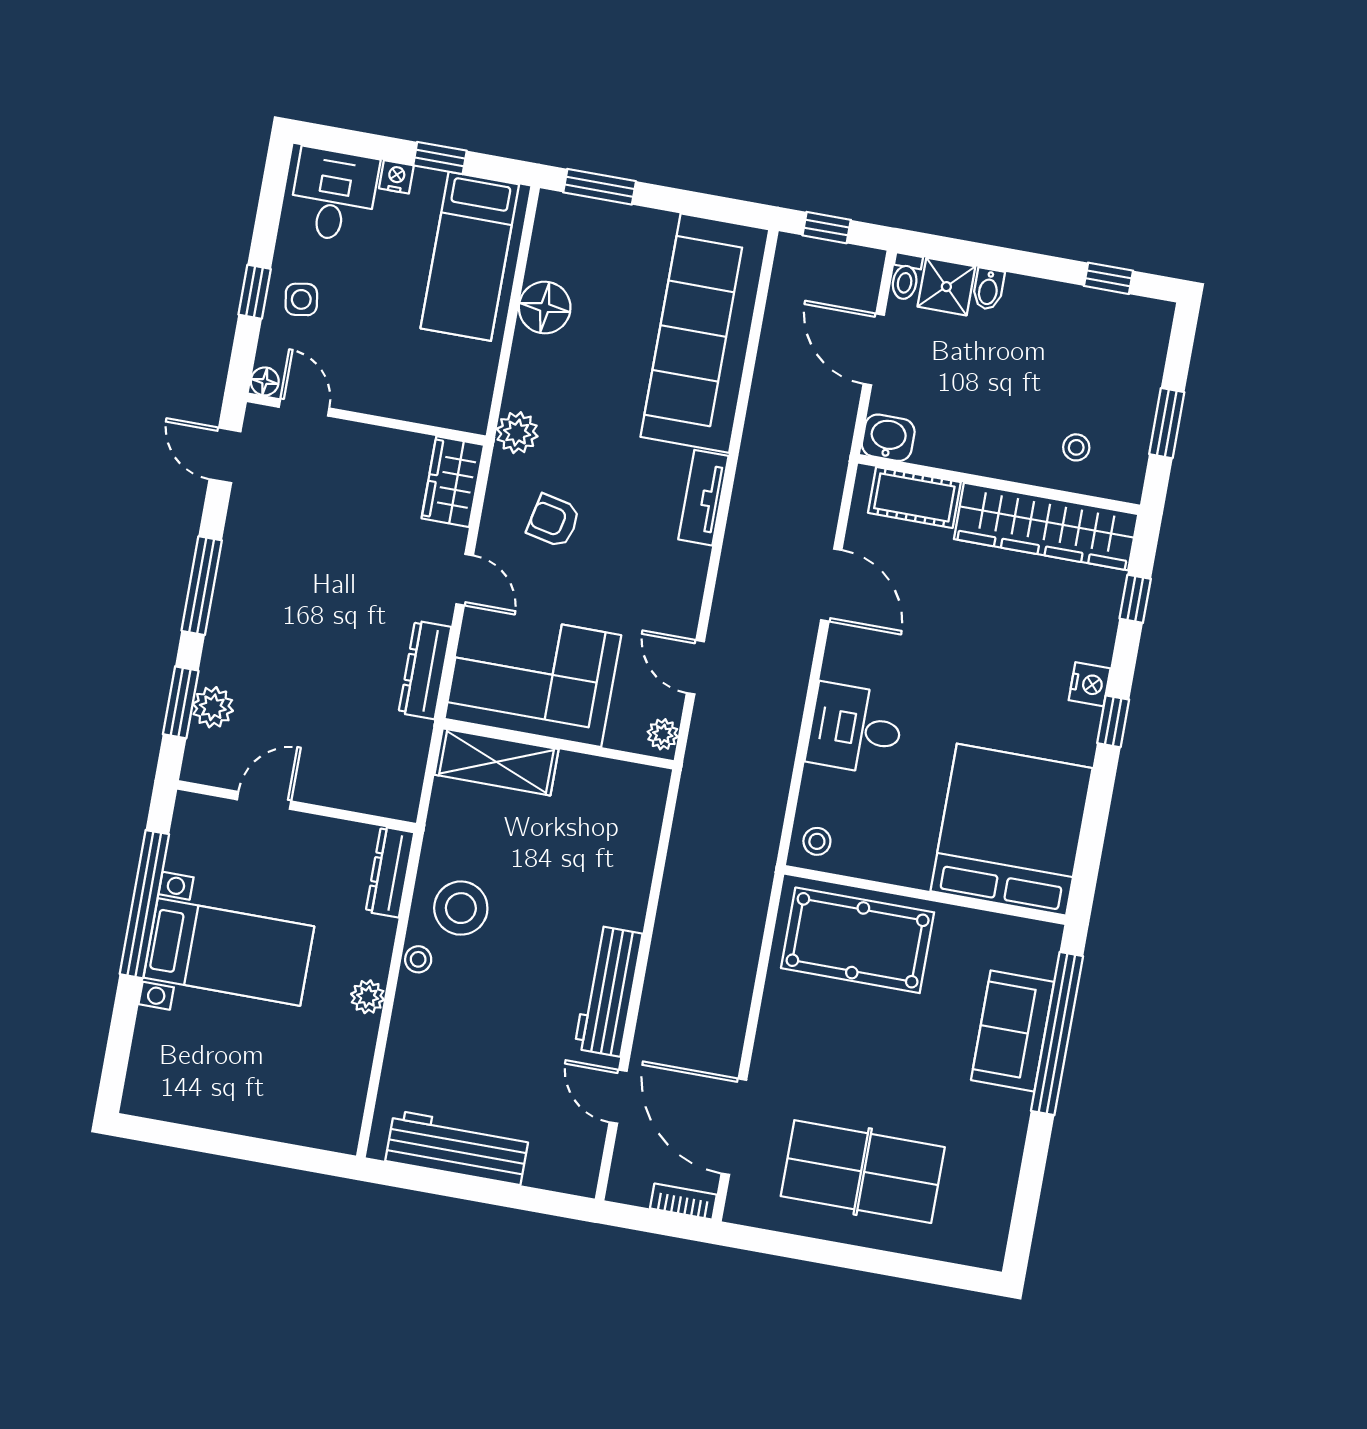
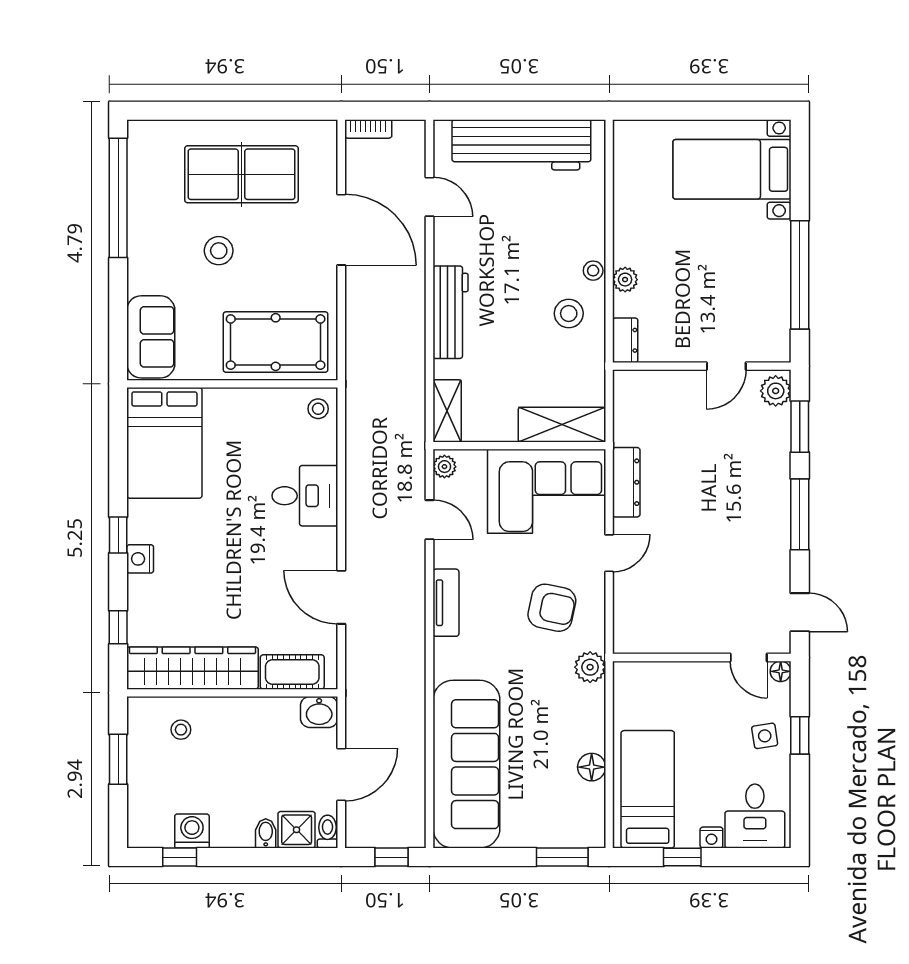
floor lamp: (545, 308) -> (592, 767), width x0.73, depth x0.73
washing machine: (1086, 310) -> (192, 831), added
door: (874, 349) -> (341, 775), hinge flipped
wardrobe: (453, 482) -> (631, 623), removed
tv unit: (703, 498) -> (446, 603), moved
armchair: (554, 521) -> (552, 608), width x1.38, depth x1.38
door: (465, 580) -> (609, 553), swing flipped
plant: (213, 707) -> (776, 391), moved
shelving: (646, 808) -> (447, 411), added
bed: (1011, 830) -> (164, 443), width x0.73
dresser: (390, 872) -> (625, 340), width x0.70
stool: (461, 908) -> (569, 313), width x0.73, depth x0.73
bed with nightstands: (229, 952) -> (732, 169), moved
workbench: (608, 991) -> (450, 312), moved
plant: (368, 997) -> (625, 280), moved
sofa: (1013, 1031) -> (151, 337), moved
window: (1057, 1034) -> (118, 198), moved
stool: (911, 1075) -> (219, 251), added
door: (734, 1127) -> (341, 230), moved
workbench: (457, 1148) -> (521, 145), width x1.36, depth x1.32

